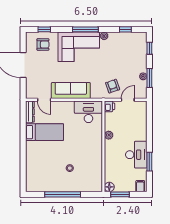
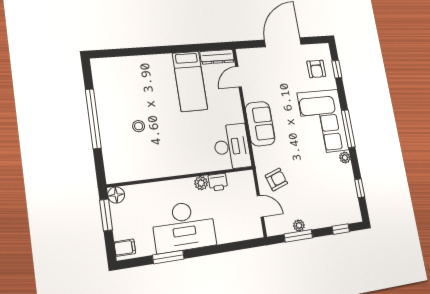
sofa: (71, 91) -> (260, 124), width x0.73
printer: (109, 106) -> (218, 182), moved
desk: (136, 155) -> (184, 226), width x1.36, depth x1.30

